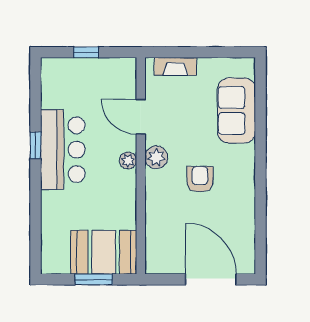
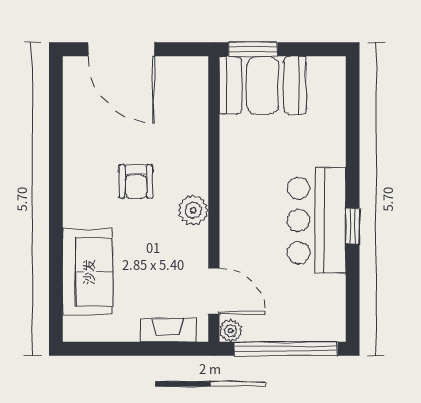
window: (86, 52) -> (286, 349), width x3.17
door: (141, 117) -> (214, 291), moved
plant: (128, 161) -> (231, 331), moved
window: (94, 279) -> (253, 49), moved

